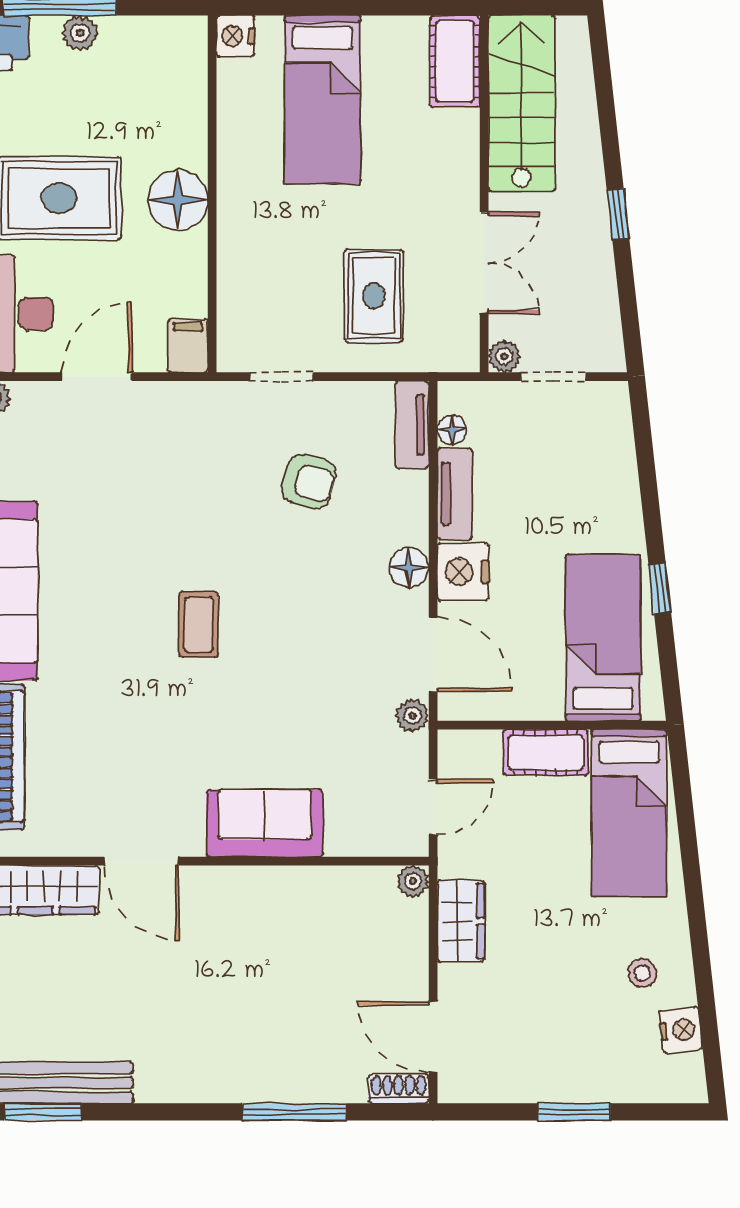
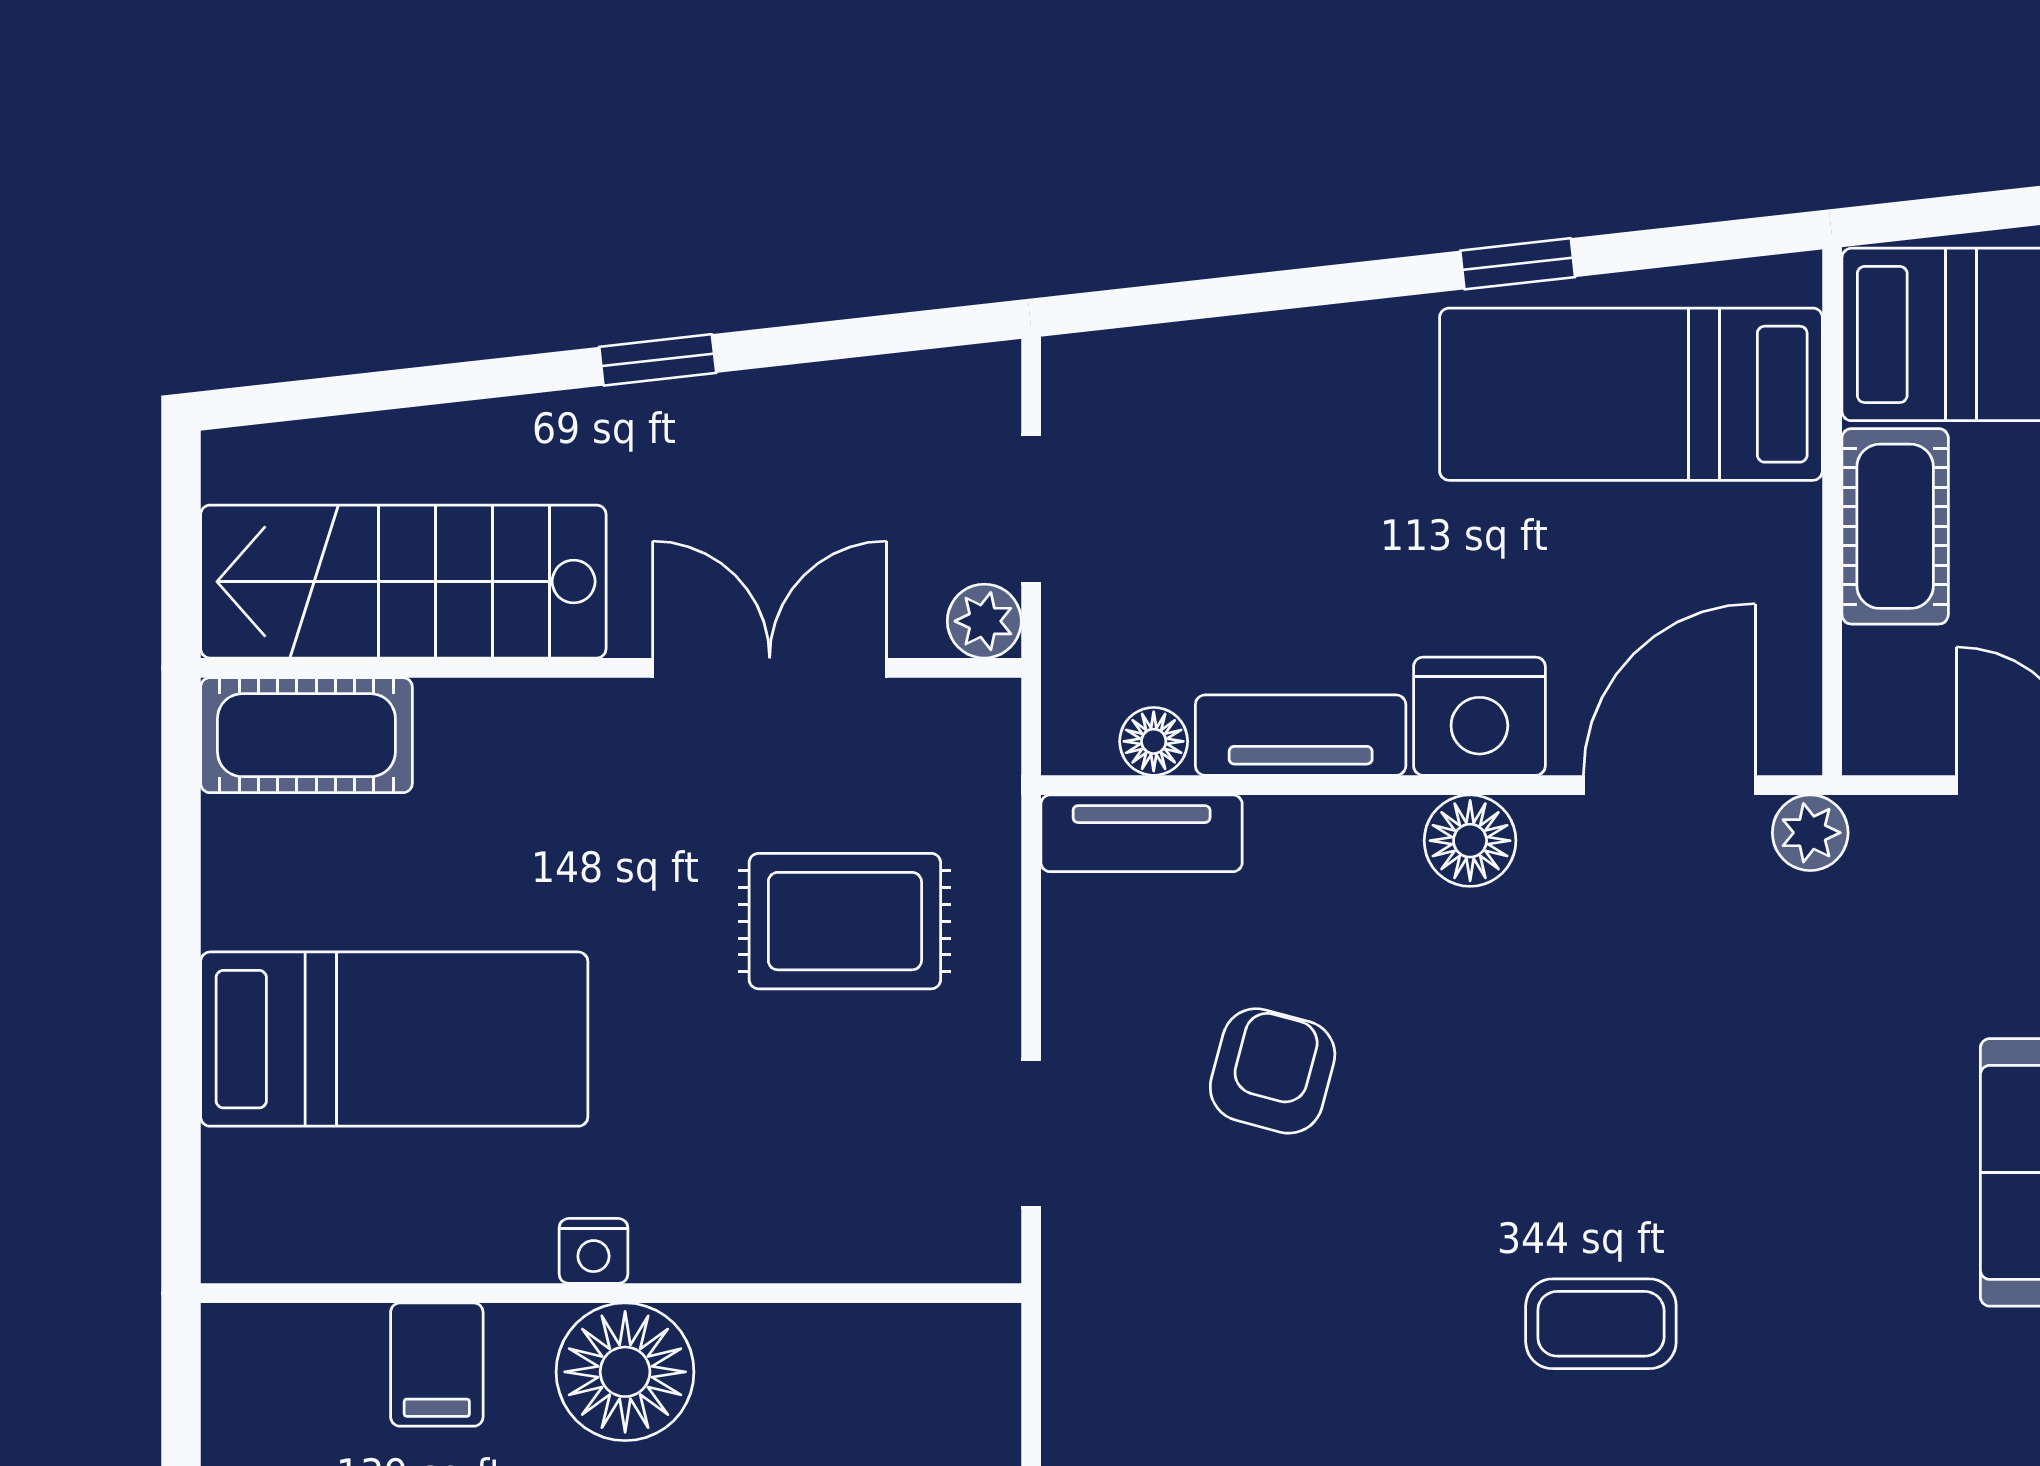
nightstand: (235, 36) -> (593, 1251), moved, width x0.72, depth x0.74
filing cabinet: (188, 346) -> (437, 1365), moved, turned -90

